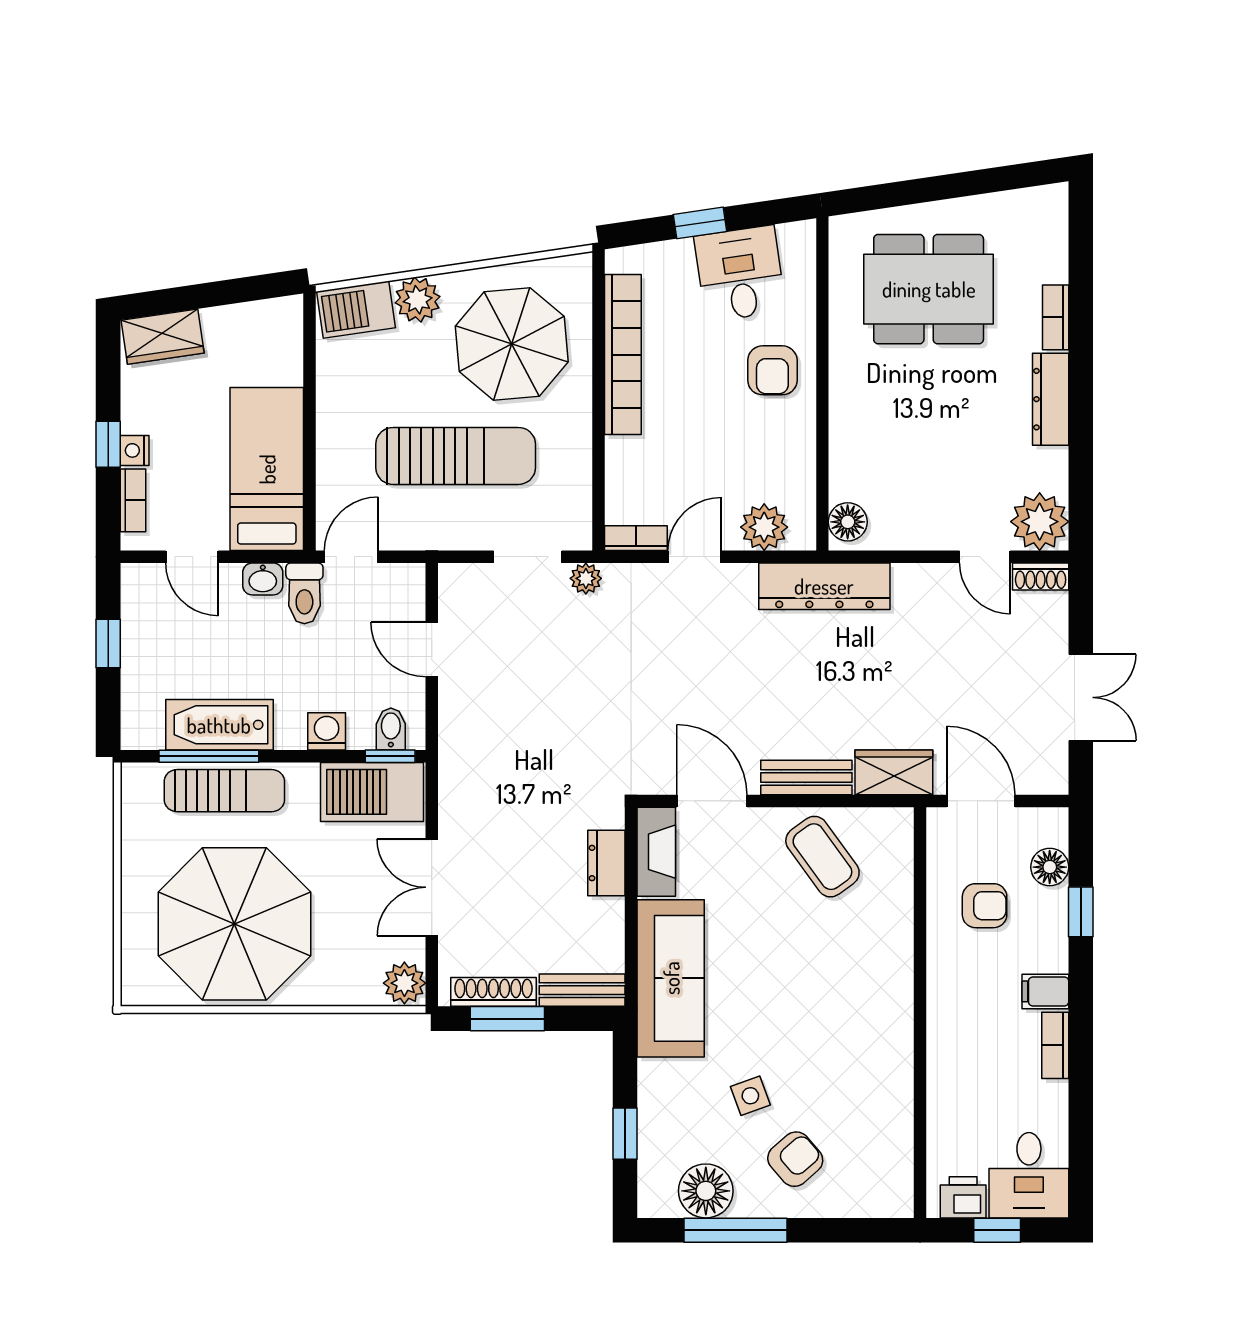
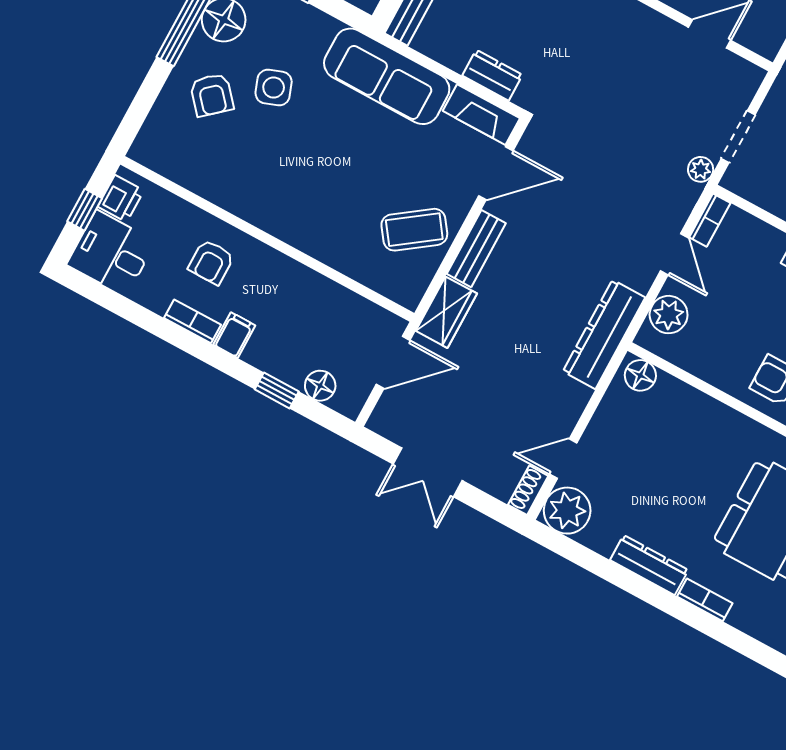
armchair: (985, 906) -> (211, 262), moved
side table: (750, 1096) -> (274, 88), width x1.37, depth x1.37

